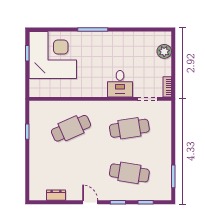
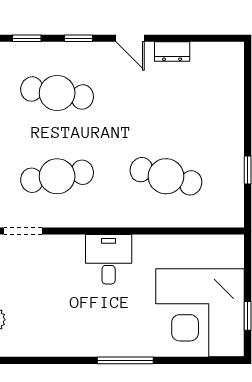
desk: (120, 84) -> (109, 259), moved
cafe table: (71, 128) -> (166, 176), turned 39
dresser: (56, 195) -> (172, 51), moved

